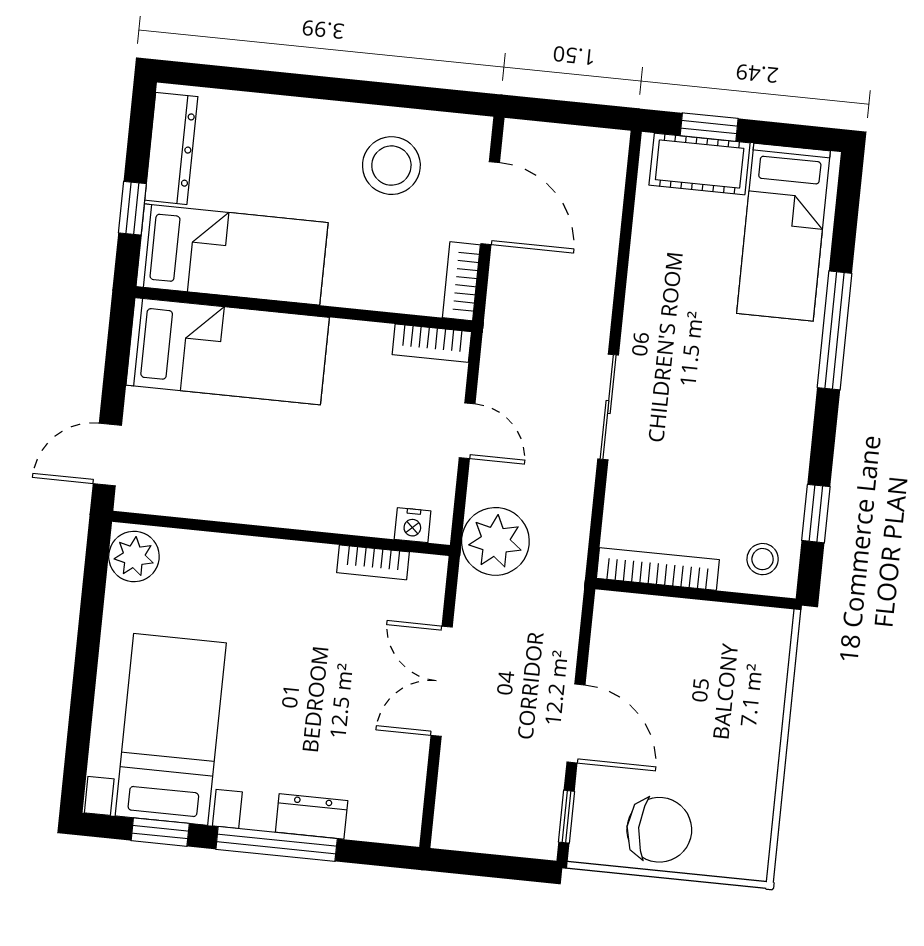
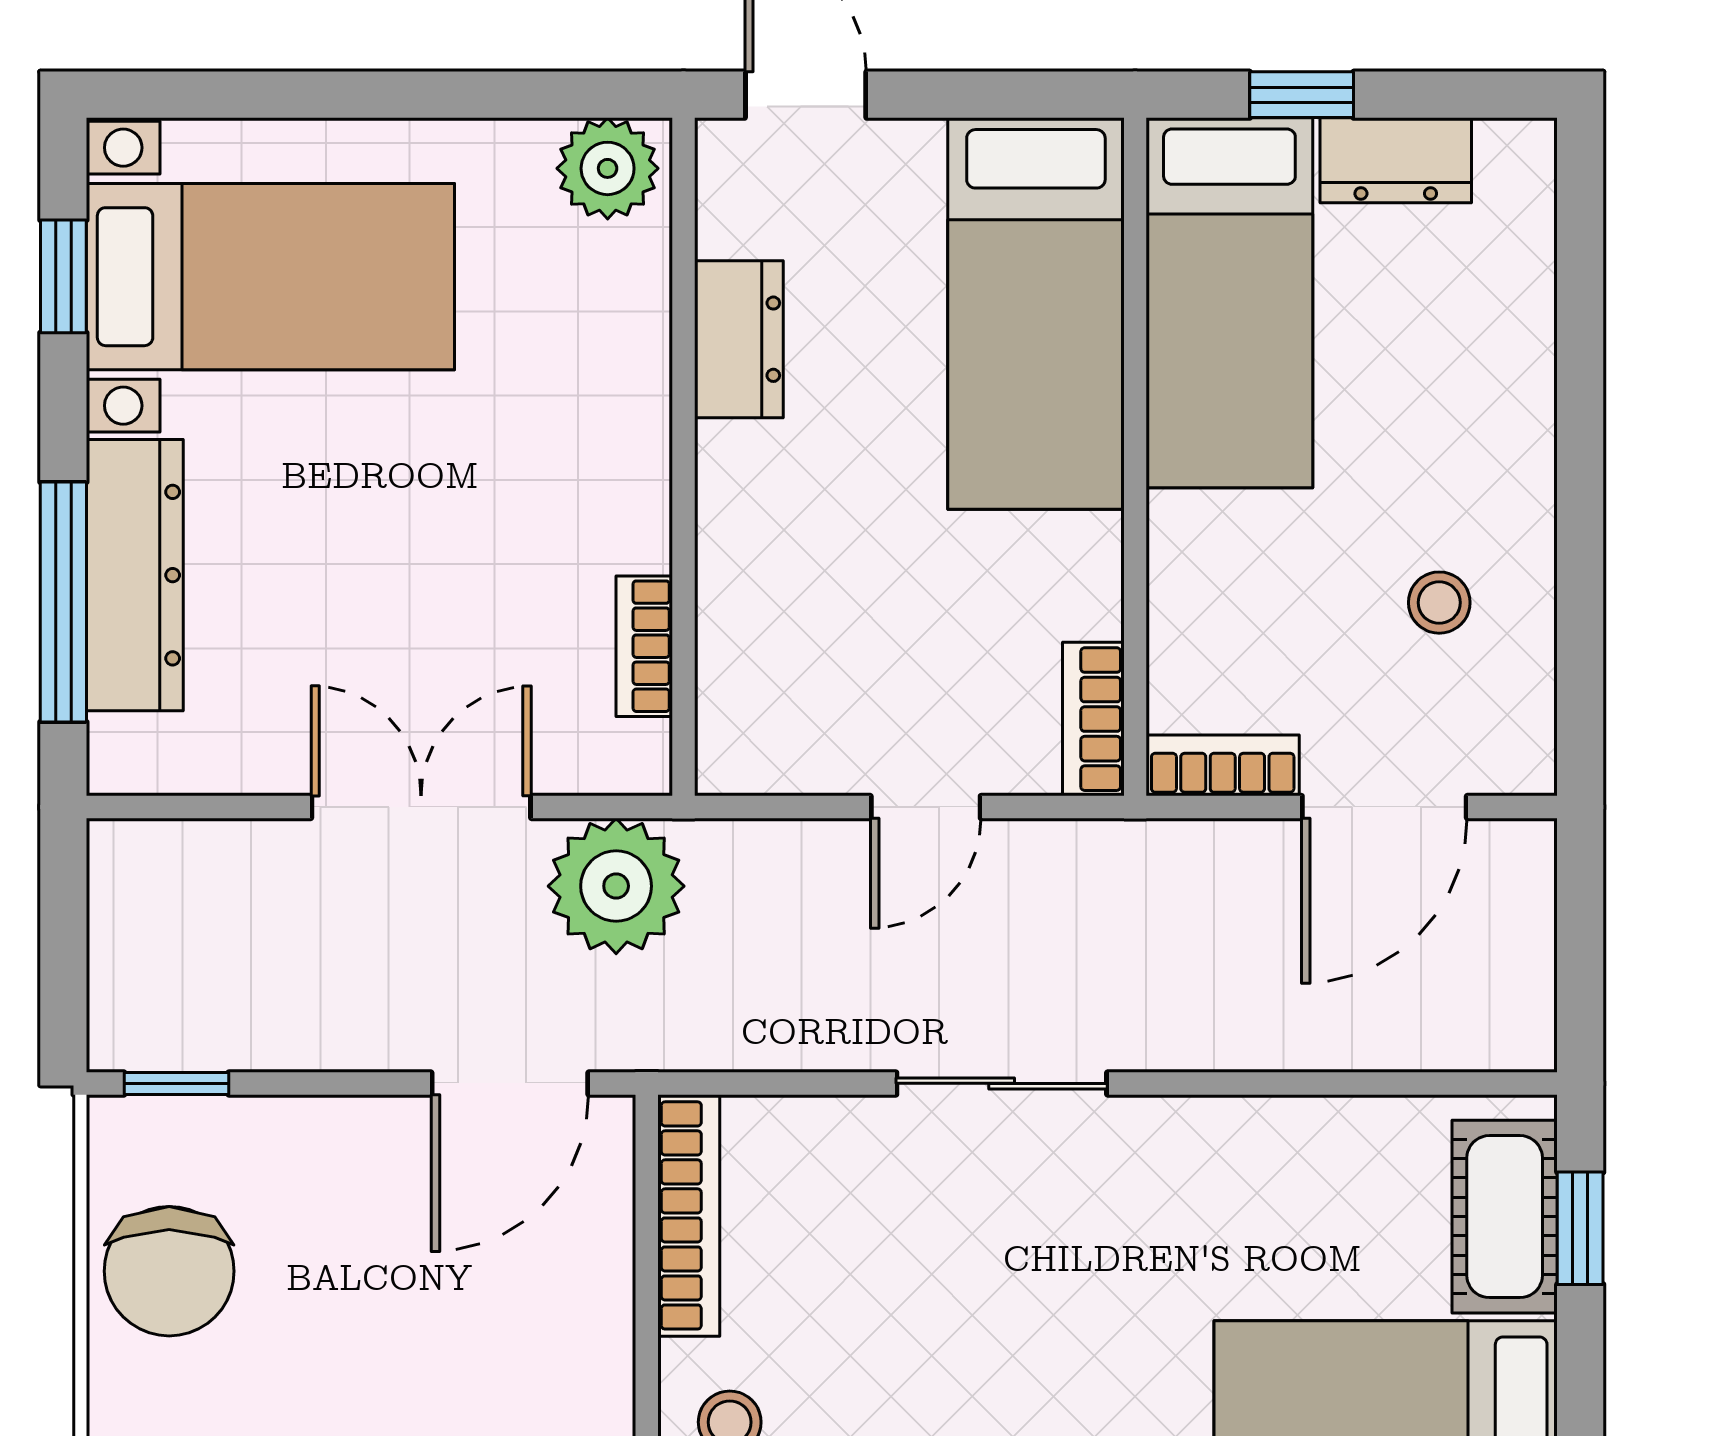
dresser: (171, 148) -> (1396, 160), width x0.70
stool: (391, 166) -> (1439, 603), width x0.53, depth x0.53
dresser: (225, 500) -> (739, 339), added
nightstand: (413, 525) -> (727, 718), removed
plant: (495, 541) -> (616, 886), moved
door: (576, 723) -> (510, 1083), moved
dresser: (312, 816) -> (135, 575), width x1.96, depth x1.24
window: (277, 844) -> (63, 602), moved

